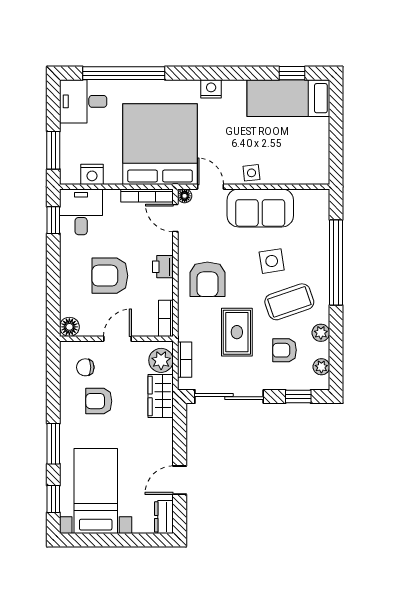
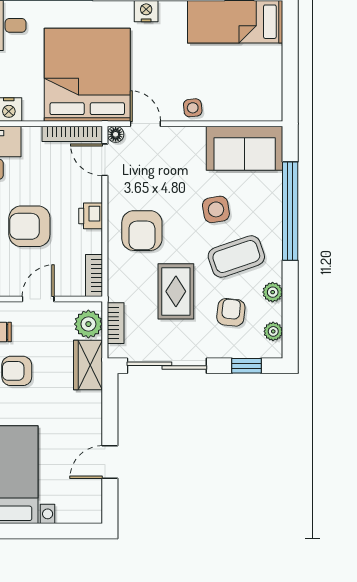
sofa: (260, 208) -> (245, 148), moved
armchair: (285, 350) -> (231, 312), turned 96
dresser: (164, 517) -> (92, 505), removed

